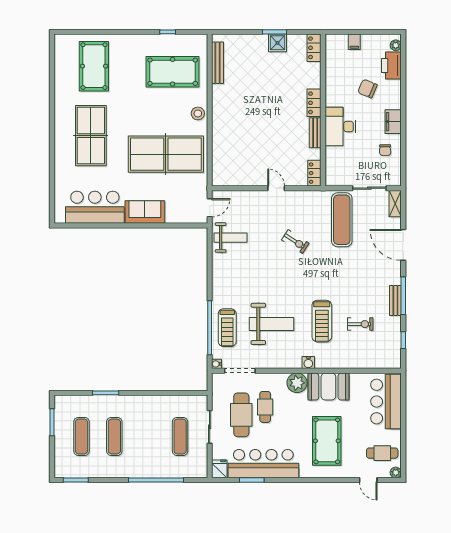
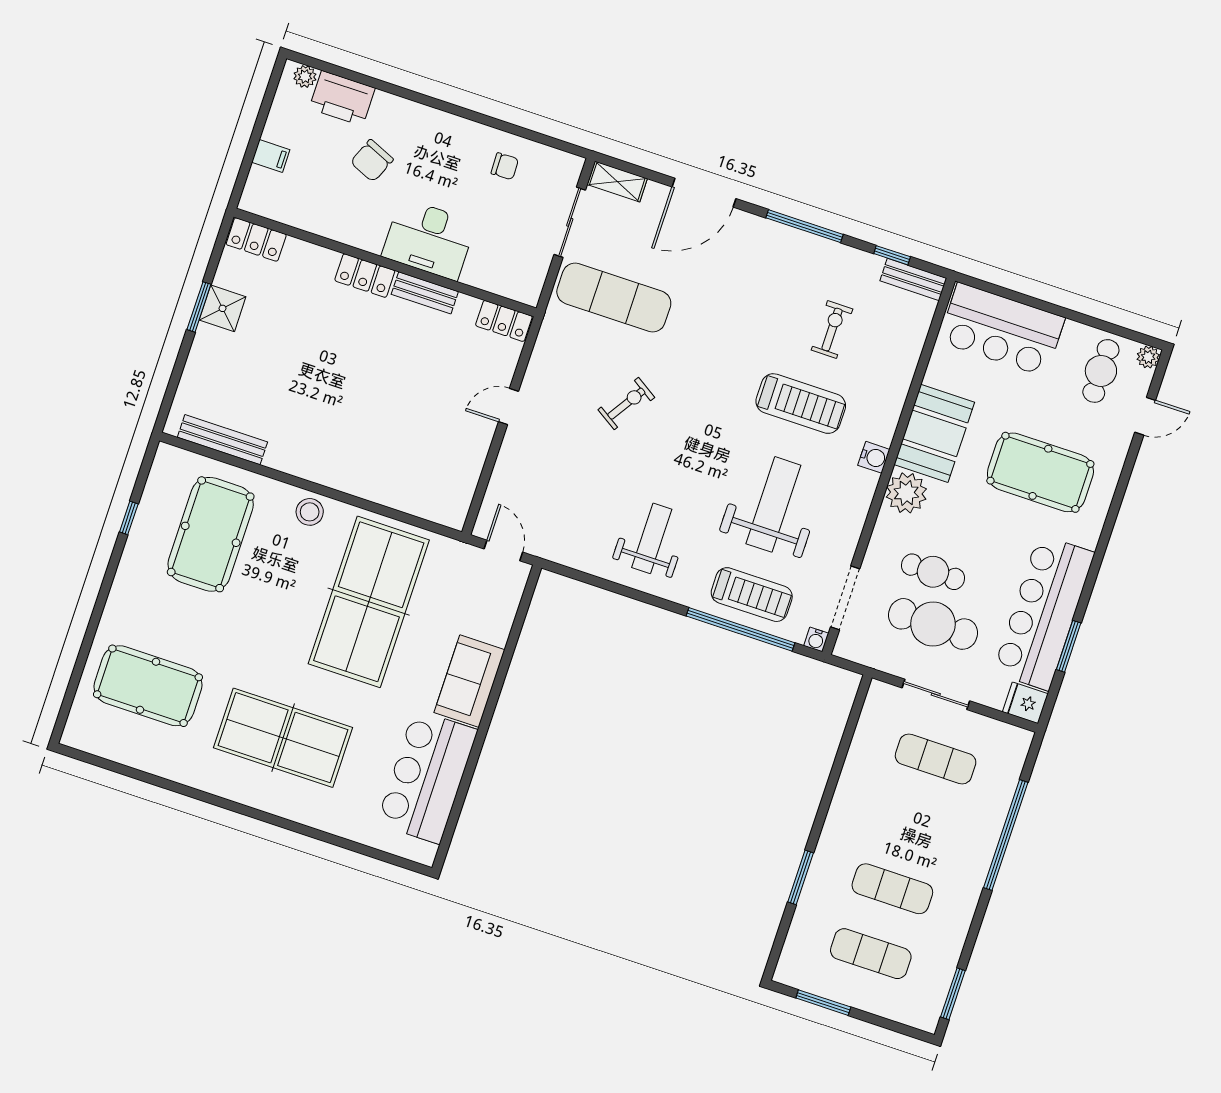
filing cabinet: (393, 122) -> (454, 132), removed
weight bench: (230, 238) -> (652, 538), moved
bench: (395, 301) -> (913, 280), moved

